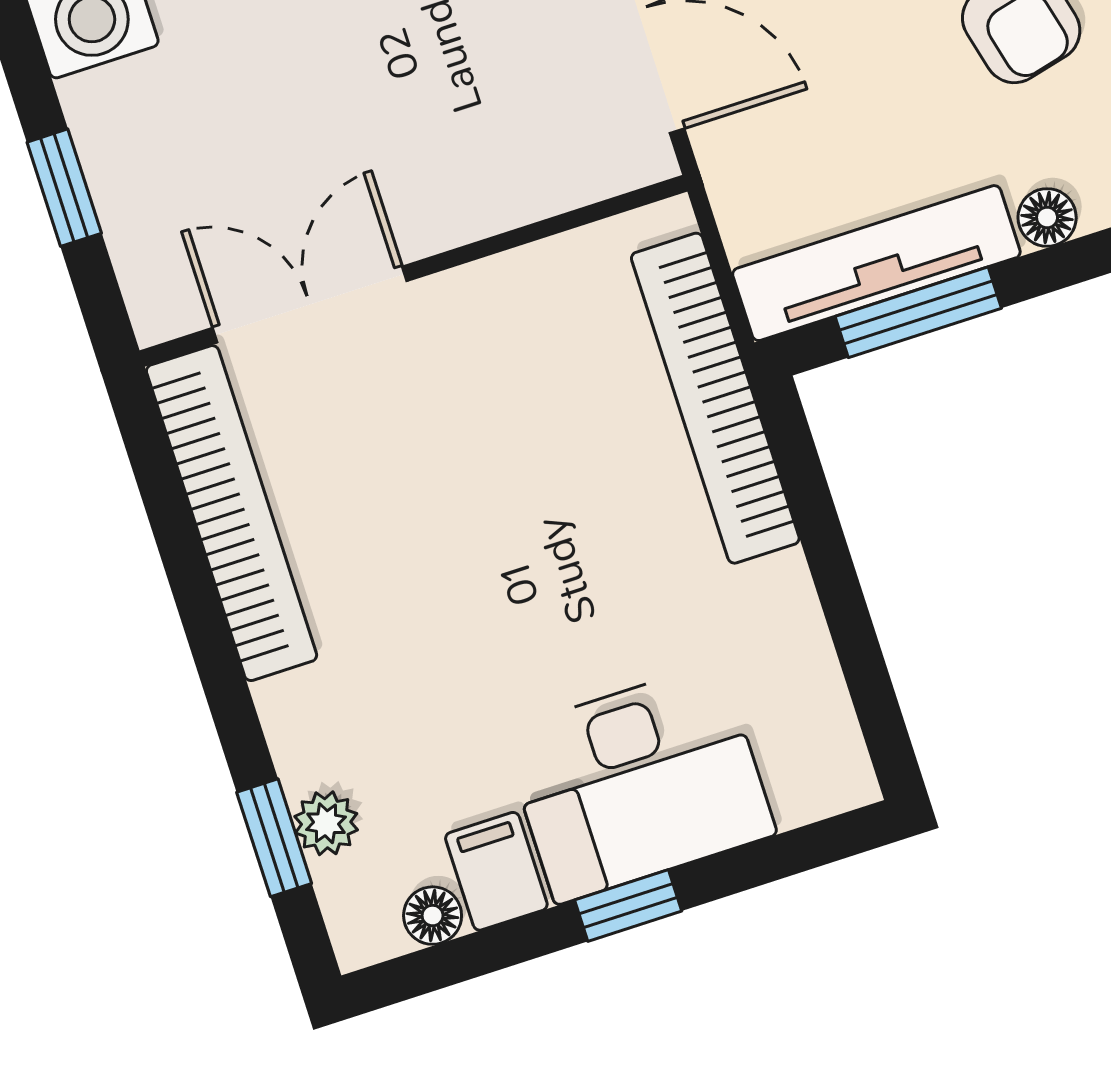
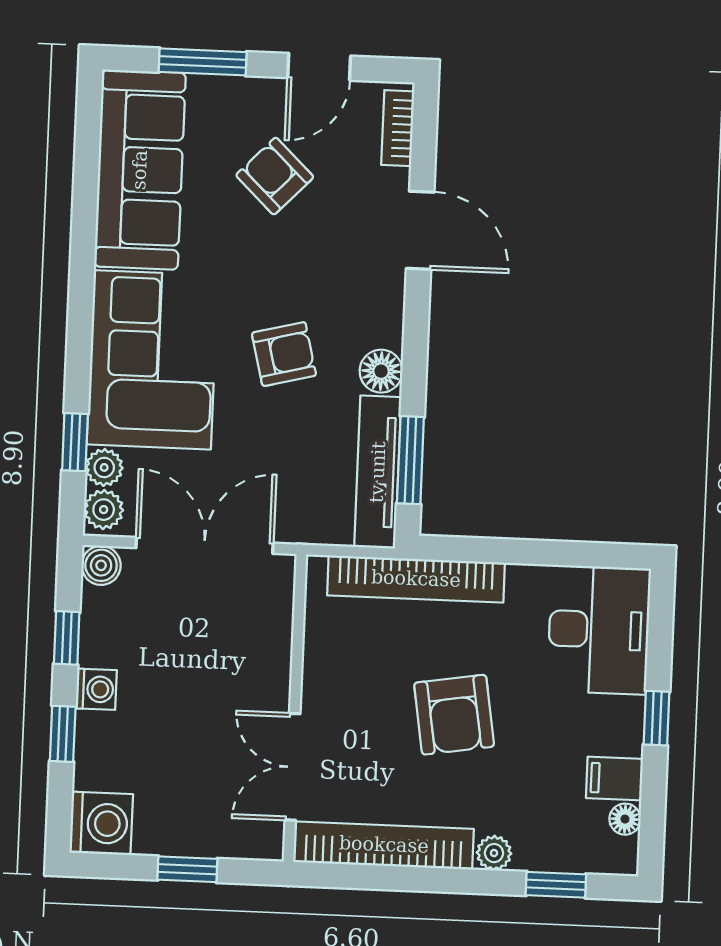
floor lamp: (1047, 218) -> (381, 371), width x1.37, depth x1.37
armchair: (504, 552) -> (454, 715), added
desk: (638, 783) -> (599, 630), moved
plant: (326, 823) -> (494, 853), moved

